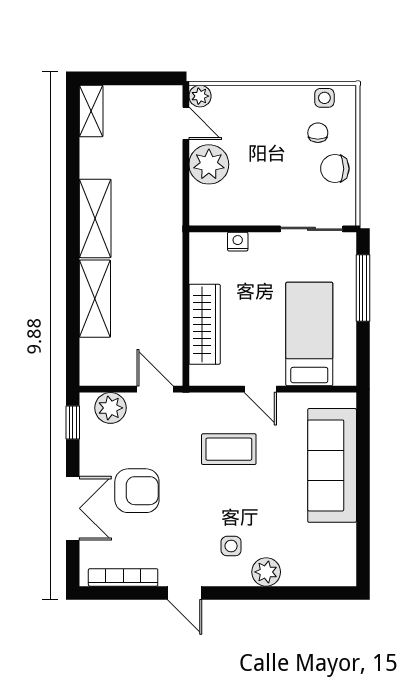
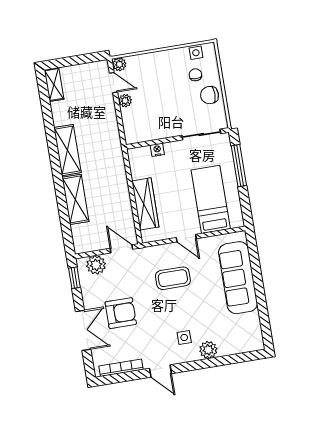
plant: (209, 164) -> (125, 101), width x0.53, depth x0.53

